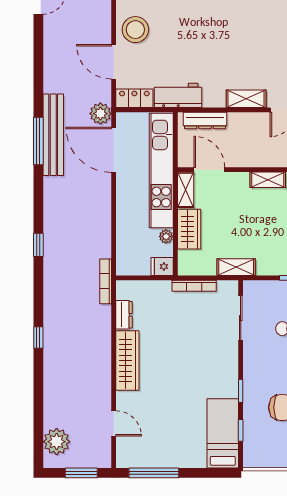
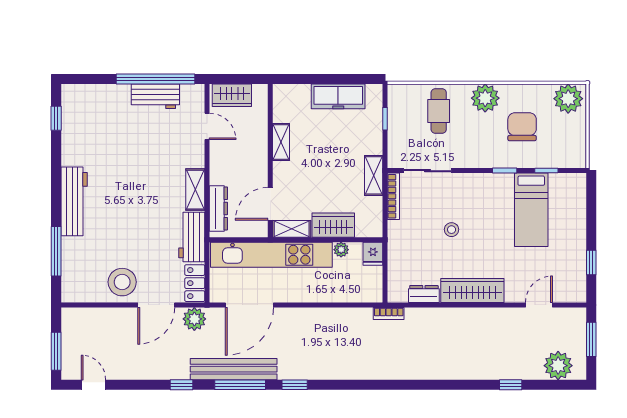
window: (38, 86) -> (181, 385), added
shelving: (246, 99) -> (195, 190), moved
plant: (100, 114) -> (194, 319), moved
window: (38, 245) -> (295, 385), moved
bookcase: (106, 281) -> (389, 314), width x0.64
bookcase: (194, 286) -> (393, 196), moved
window: (38, 338) -> (511, 385), moved
stool: (185, 341) -> (452, 230), added
bed: (223, 433) -> (531, 210), moved, turned -90
window: (154, 473) -> (591, 263), width x0.46

